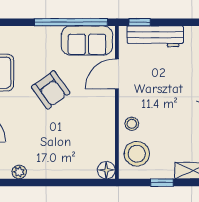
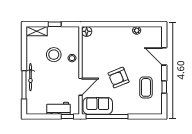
workbench: (155, 36) -> (59, 108), width x0.73
armchair: (51, 90) -> (119, 78), turned -76
stool: (137, 154) -> (54, 55), moved

